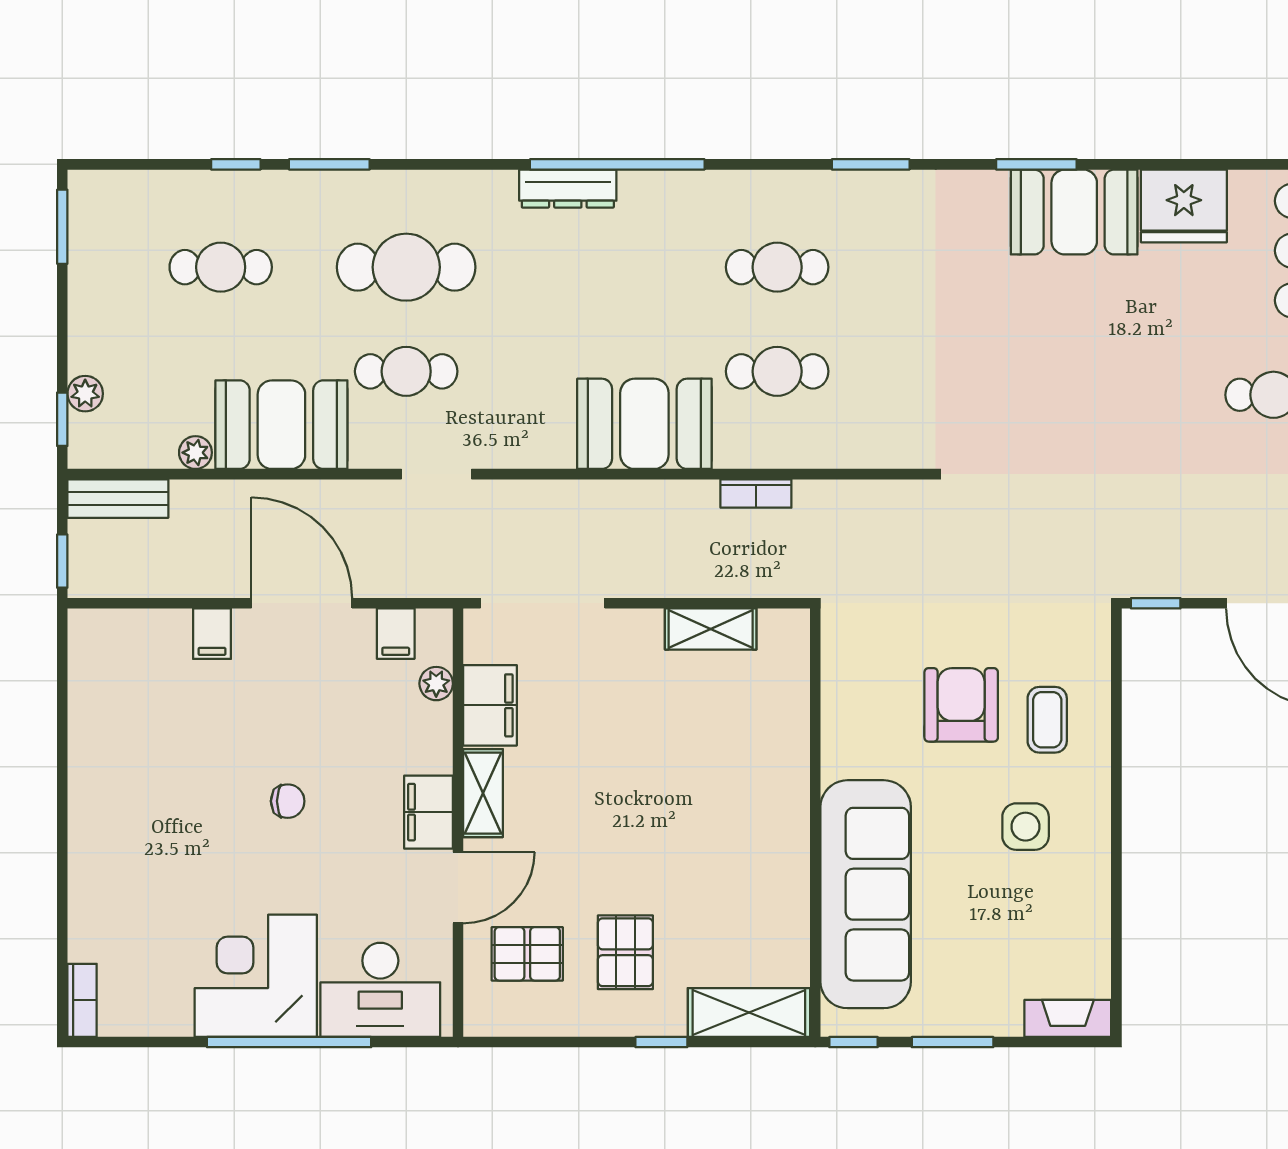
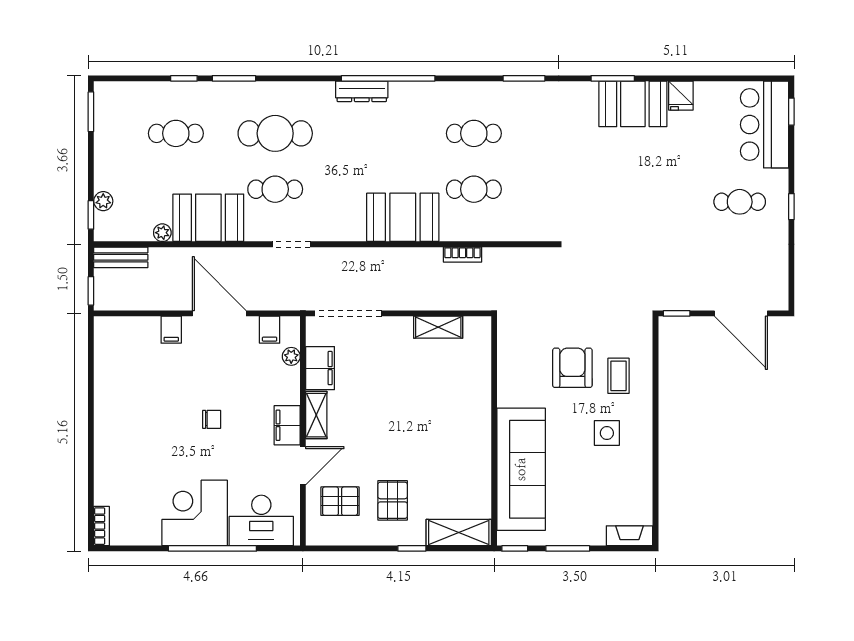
fridge: (1184, 206) -> (681, 96), width x0.53, depth x0.75

